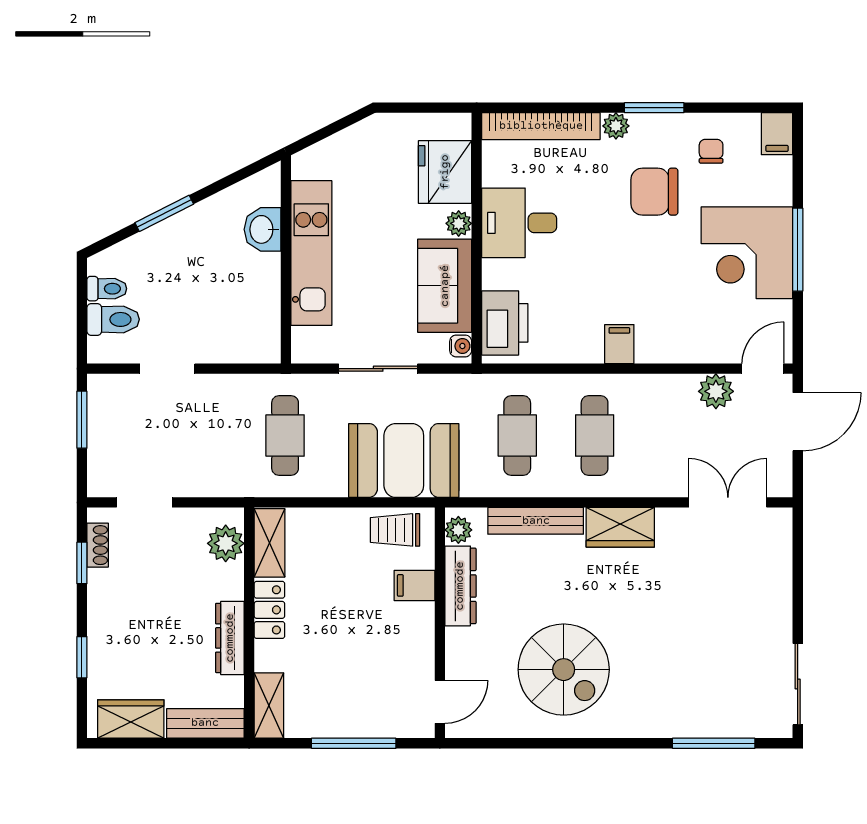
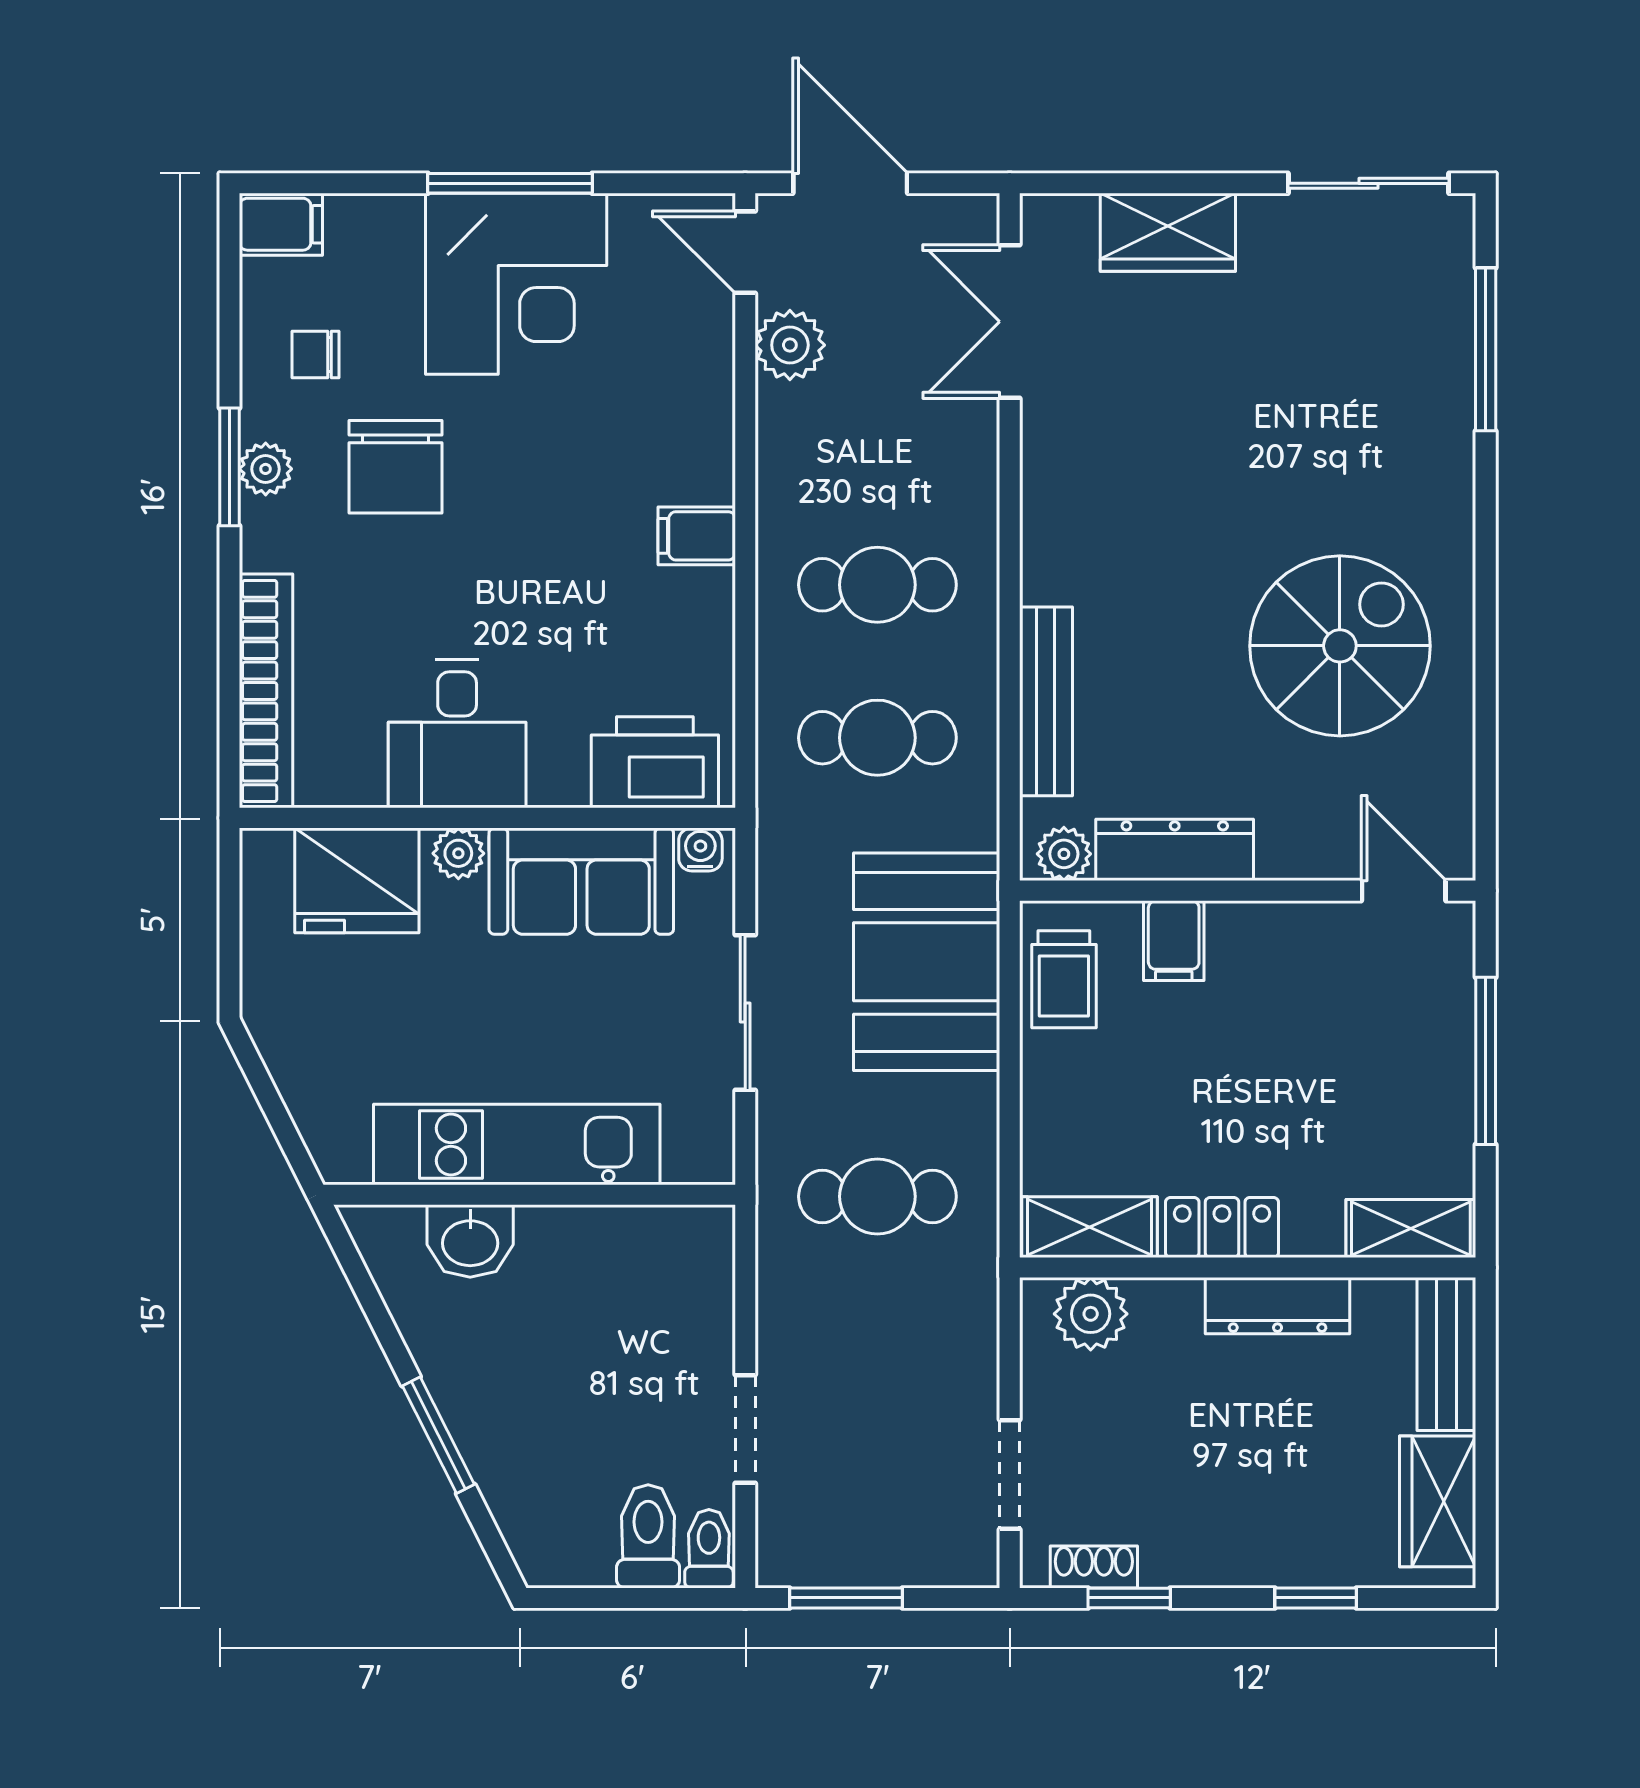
plant: (616, 126) -> (266, 469), moved
toilet: (107, 289) -> (709, 1549), moved
wardrobe: (620, 527) -> (1168, 232), moved, turned 90

